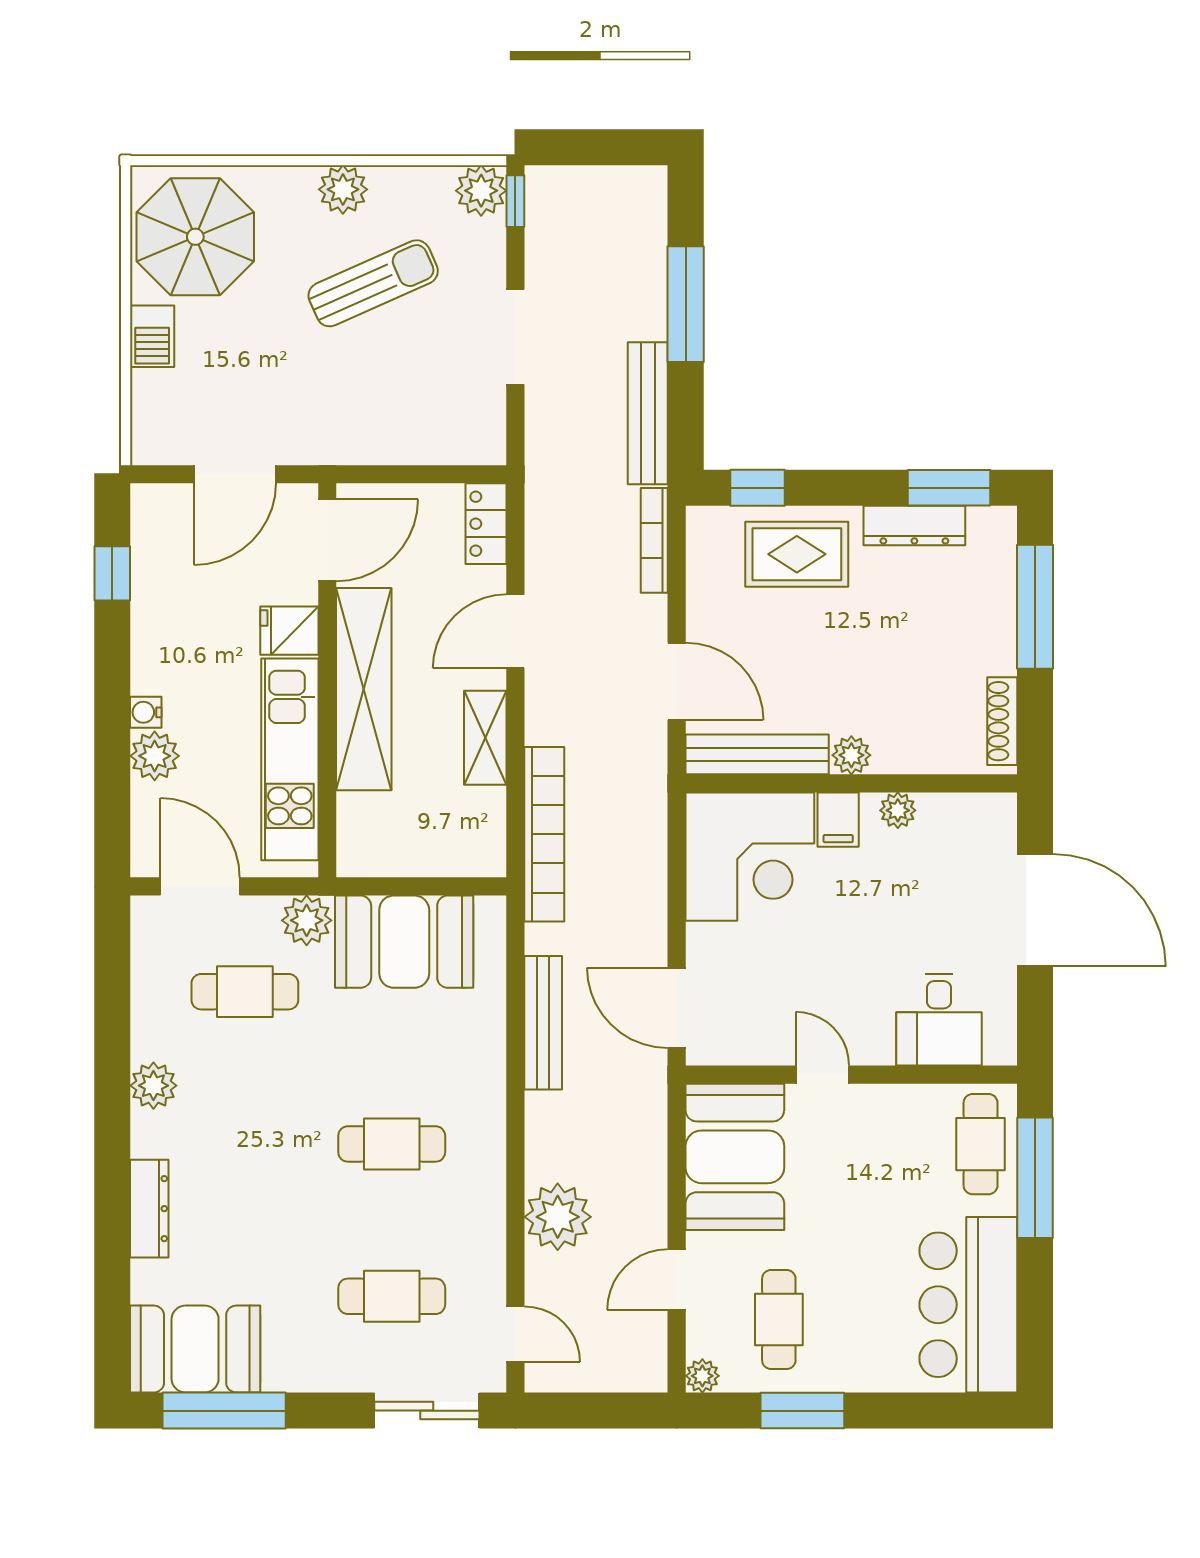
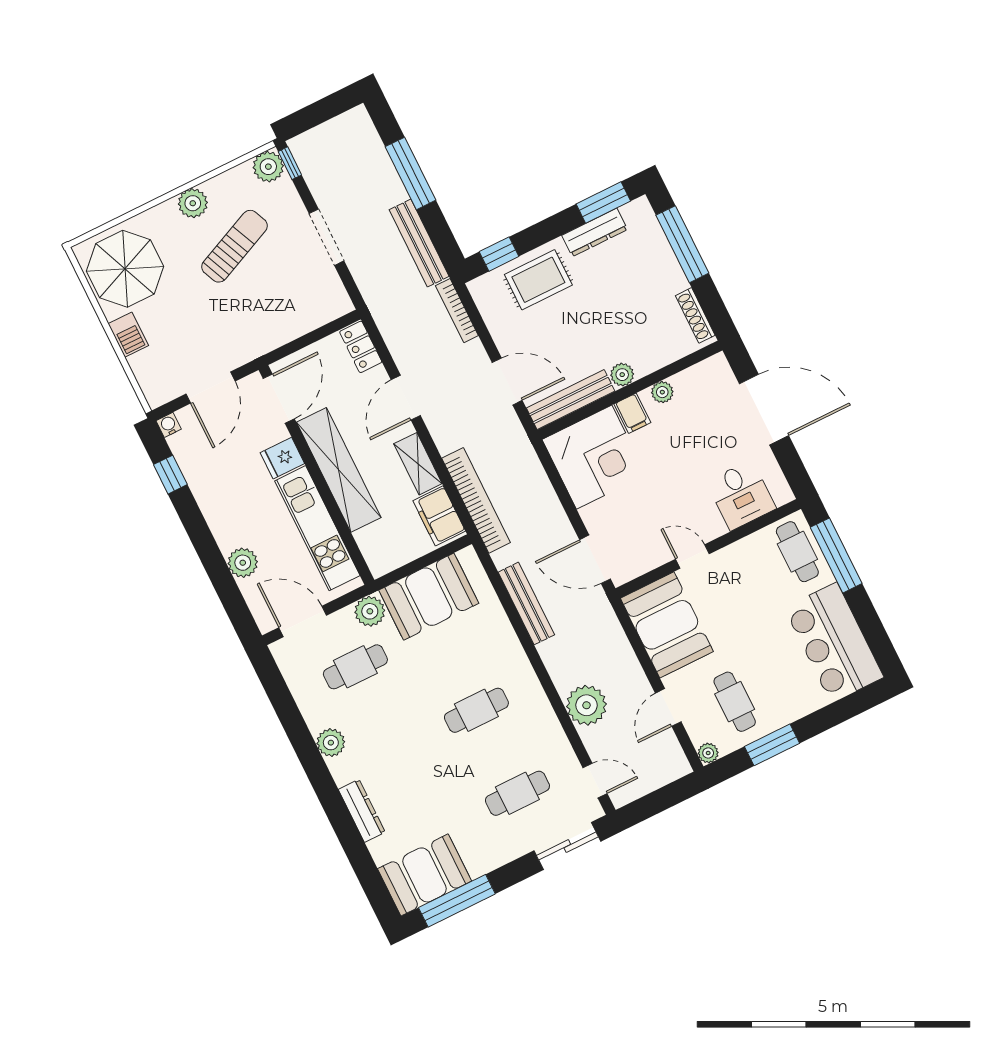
water cooler: (146, 712) -> (169, 425), moved, turned 90
filing cabinet: (479, 830) -> (439, 516), added

